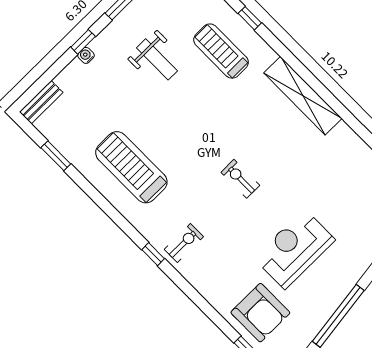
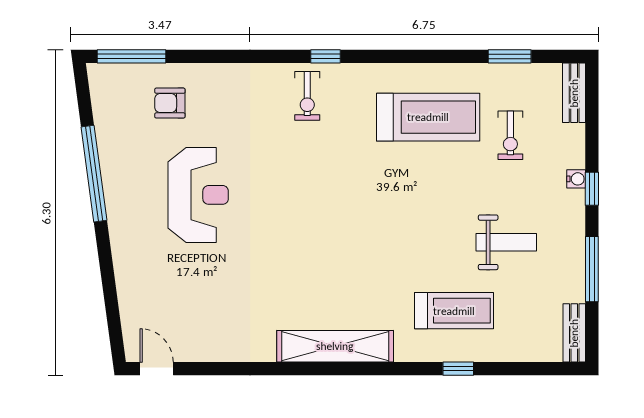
weight bench: (157, 59) -> (506, 242), turned 180
exercise bike: (240, 179) -> (510, 135), moved, turned 90
armchair: (260, 313) -> (170, 103), width x0.53, depth x0.53

